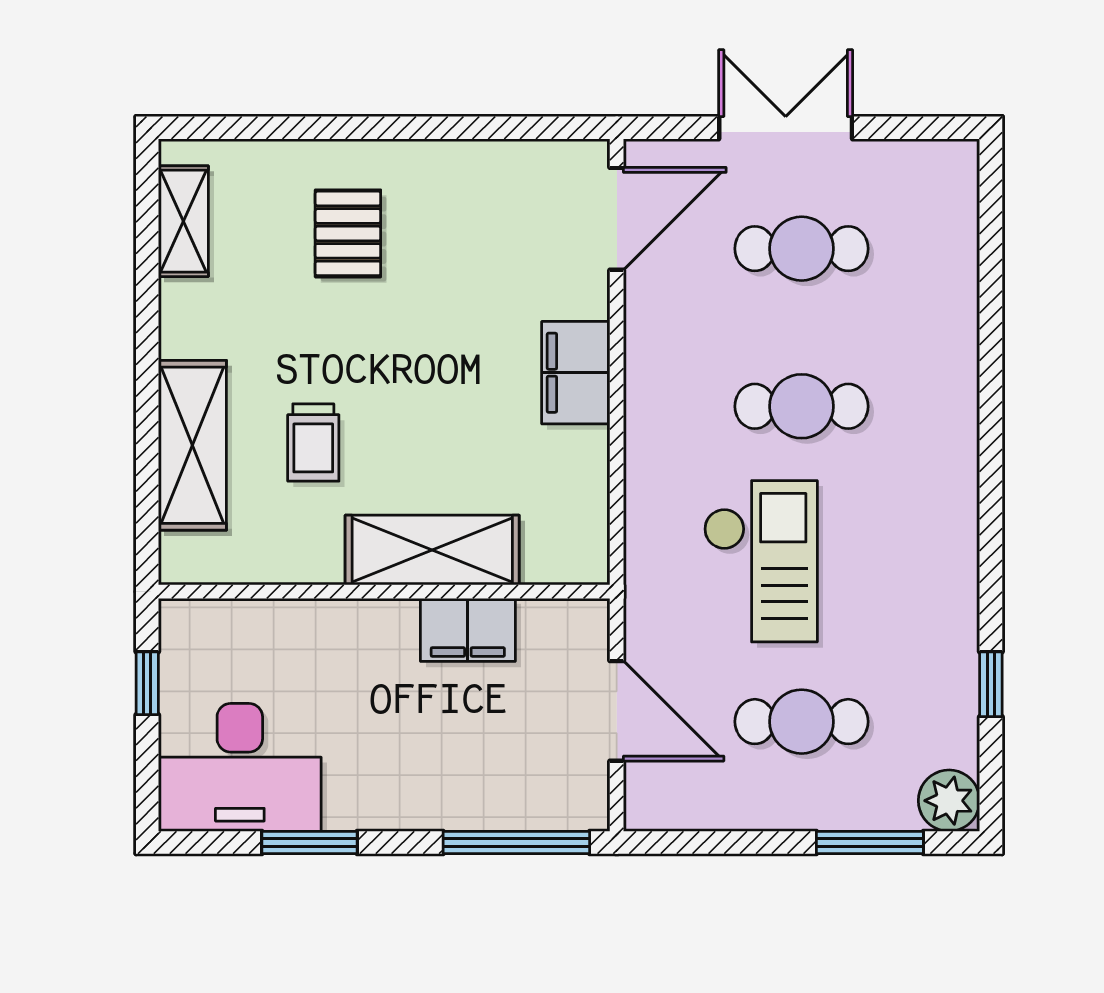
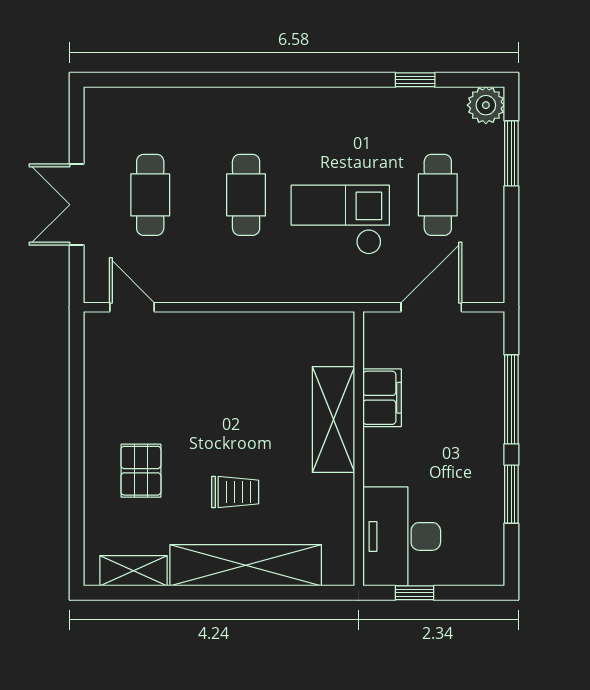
door: (617, 219) -> (132, 307), width x0.73
pallet: (348, 233) -> (141, 471), turned 90
filing cabinet: (576, 373) -> (226, 332), removed
trolley: (313, 443) -> (235, 492), moved
shelving: (192, 445) -> (246, 565), width x1.47
desk: (240, 767) -> (402, 536), moved, turned 180
window: (516, 842) -> (511, 399), moved

